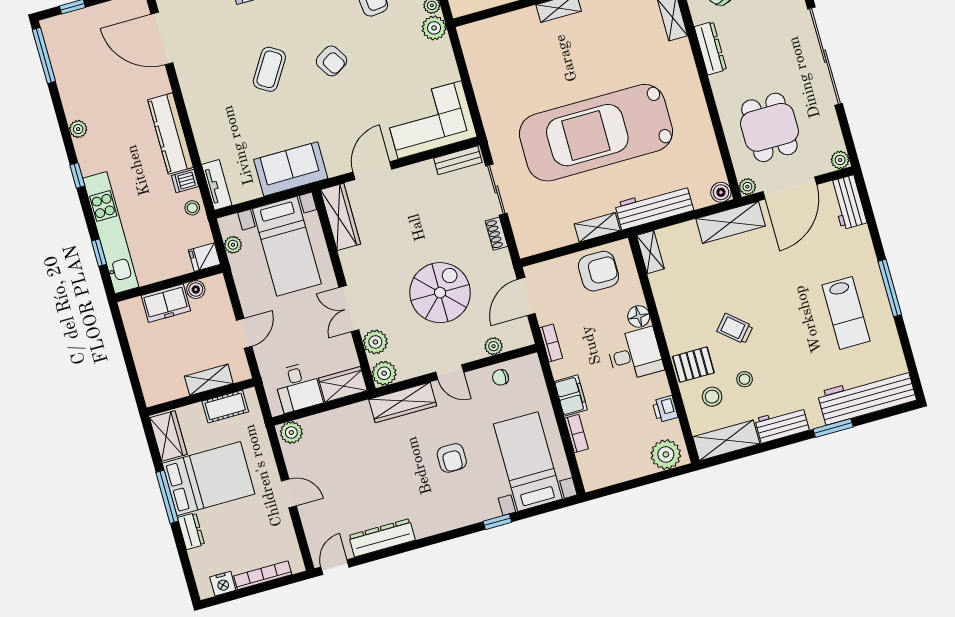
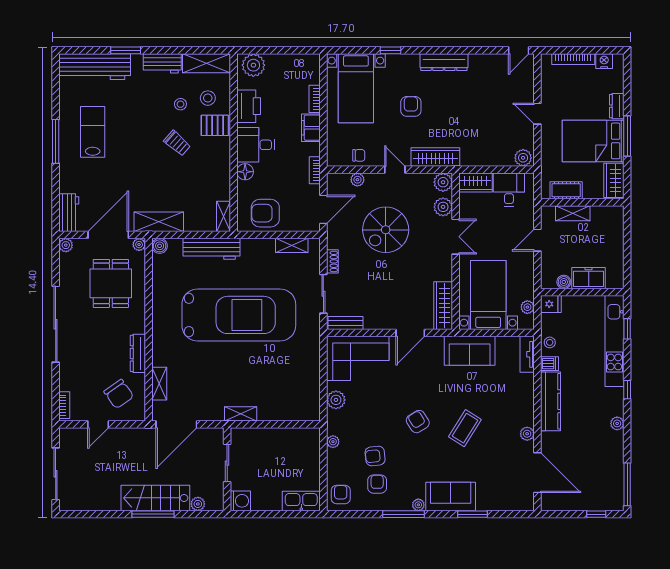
plant: (434, 28) -> (336, 400), moved
plant: (189, 84) -> (527, 434), added
shelving: (597, 227) -> (292, 245), moved
printer: (665, 409) -> (249, 106), width x1.87, depth x1.48
dresser: (382, 538) -> (444, 62), moved

